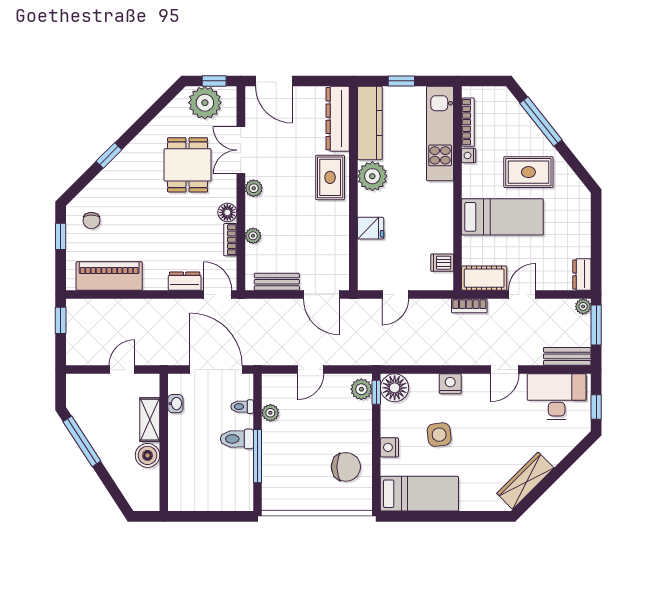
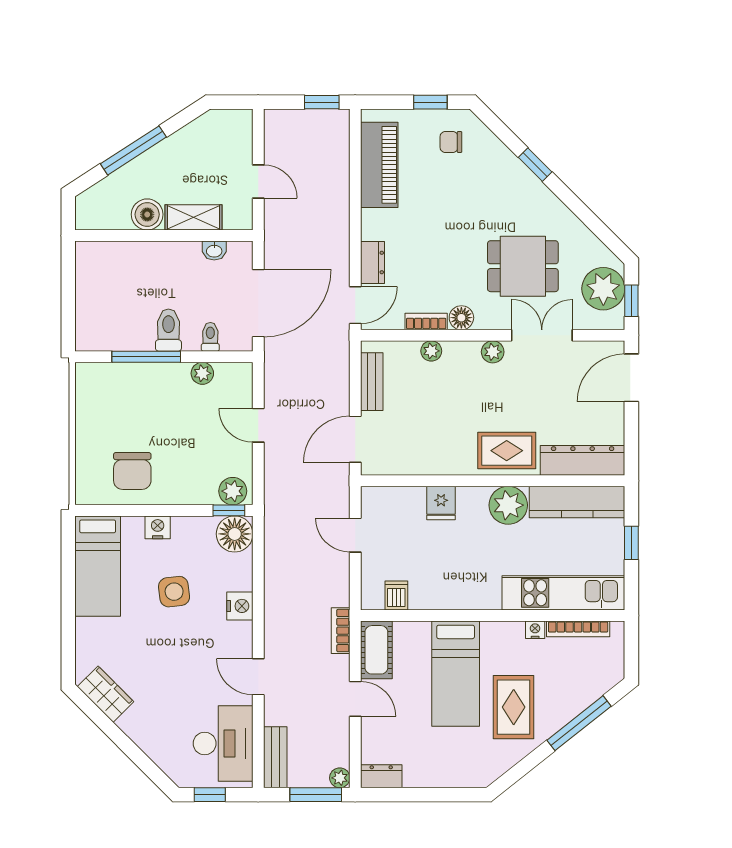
window: (82, 441) -> (133, 150), moved
wardrobe: (525, 481) -> (106, 694), width x0.67

